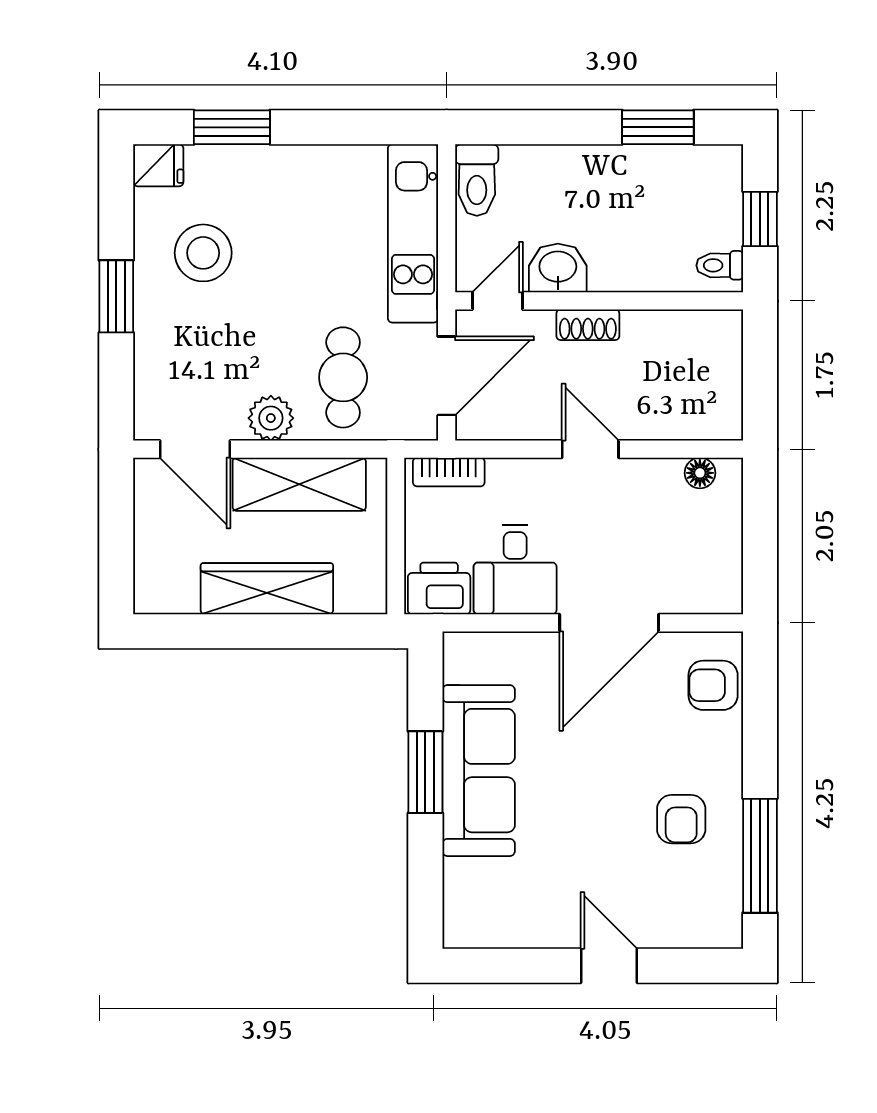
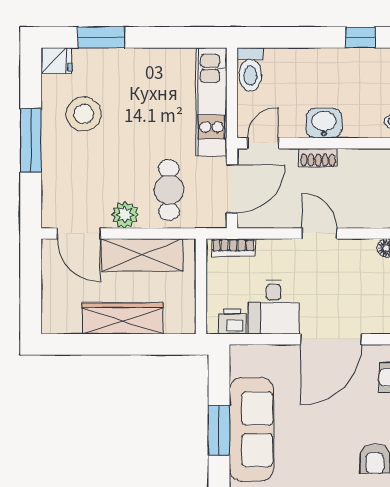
window: (658, 127) -> (361, 37), width x0.67
washbasin: (558, 268) -> (324, 123), moved
window: (116, 296) -> (31, 140), width x1.44
printer: (439, 588) -> (232, 321), width x0.73, depth x0.81

